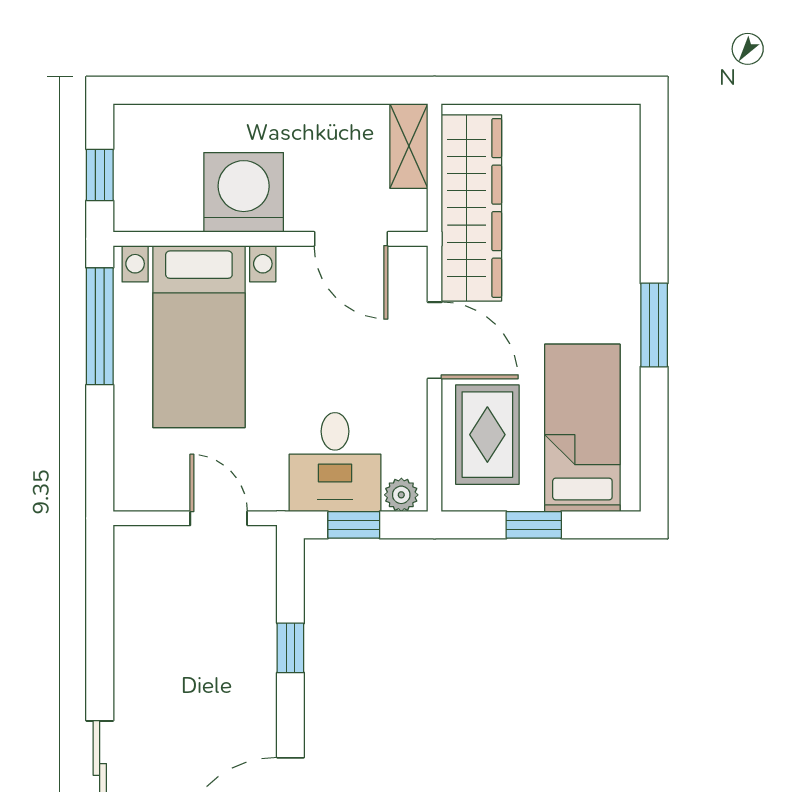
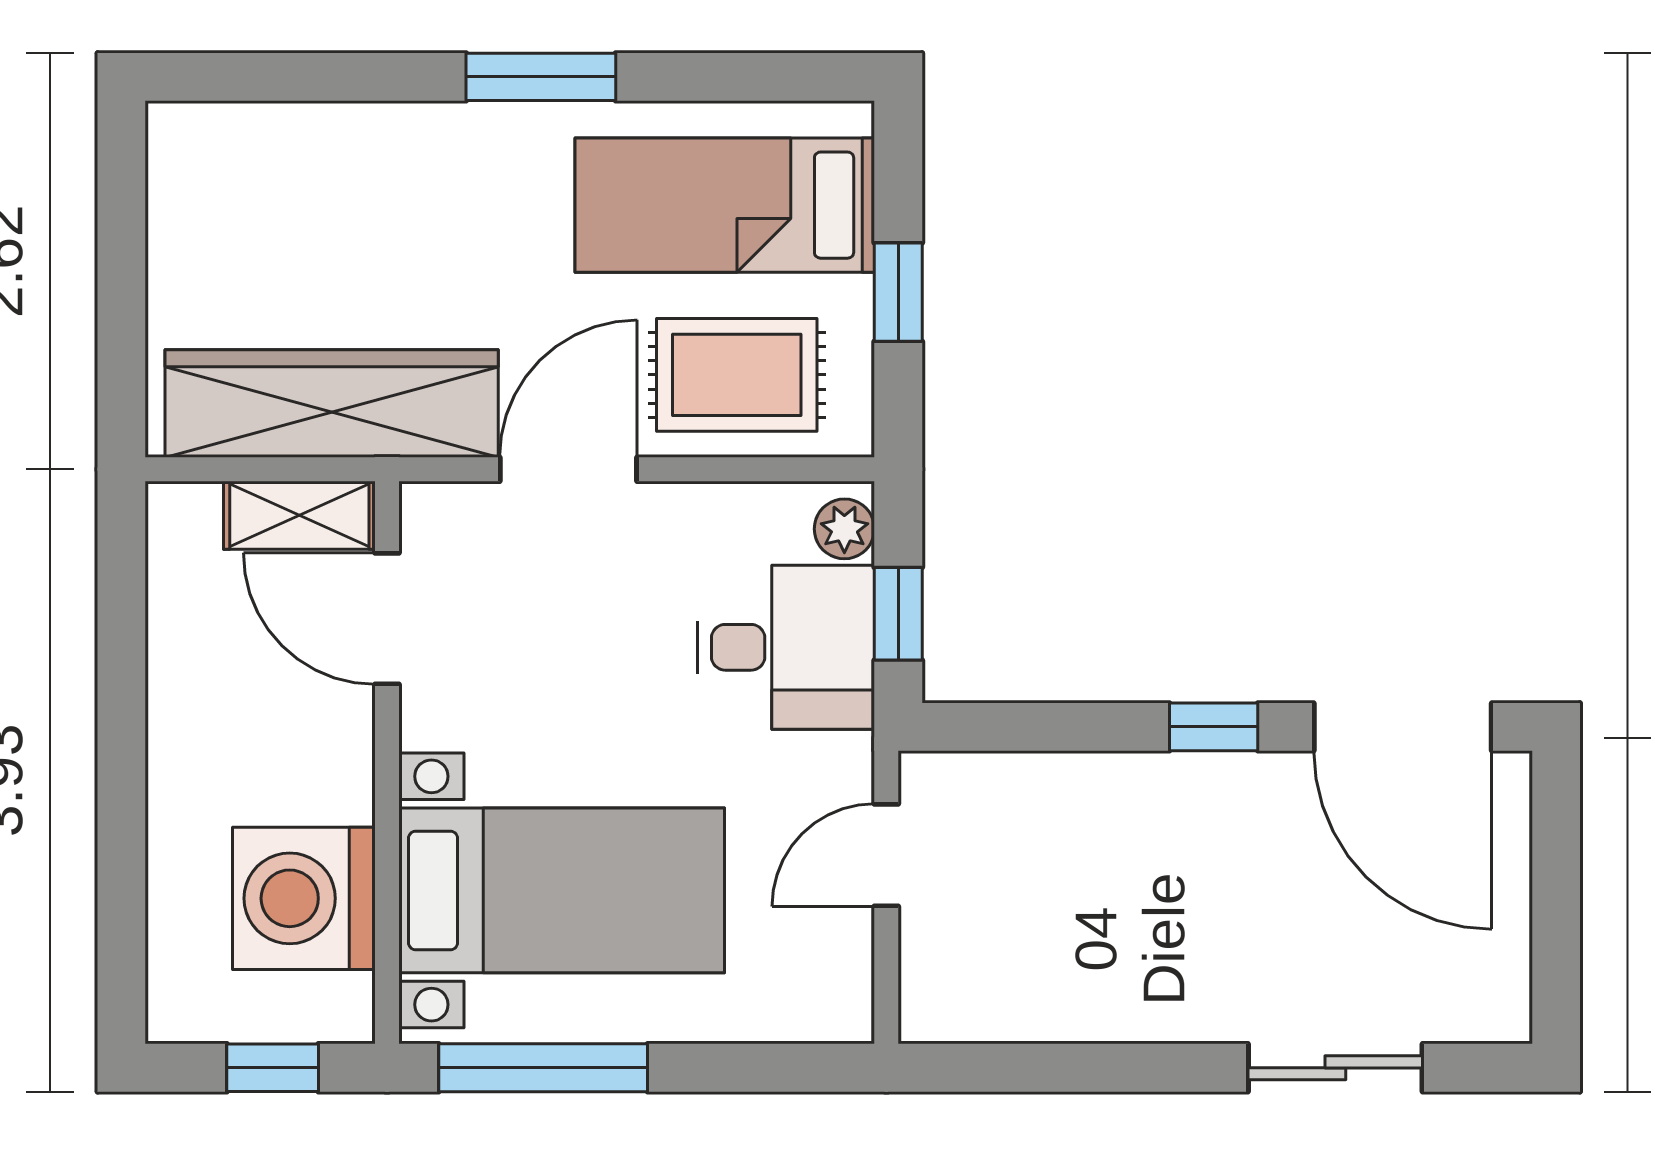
shelving: (409, 146) -> (299, 515), moved
washing machine: (244, 192) -> (304, 898), moved
door: (351, 239) -> (387, 619), swing flipped
window: (290, 648) -> (1214, 727), moved

